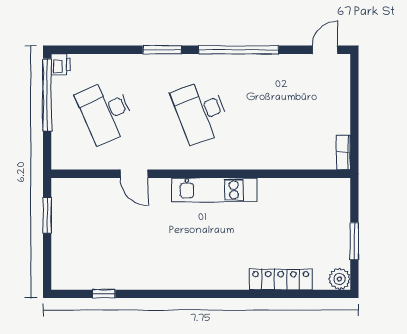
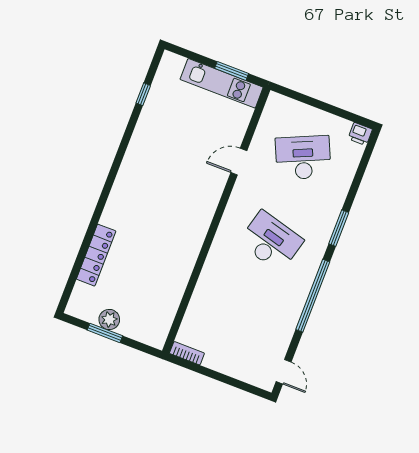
window: (47, 95) -> (338, 112), removed
desk: (201, 112) -> (271, 241), turned 36
kitchen unit: (214, 190) -> (222, 83), moved, turned -90
plant: (339, 279) -> (109, 320), moved

